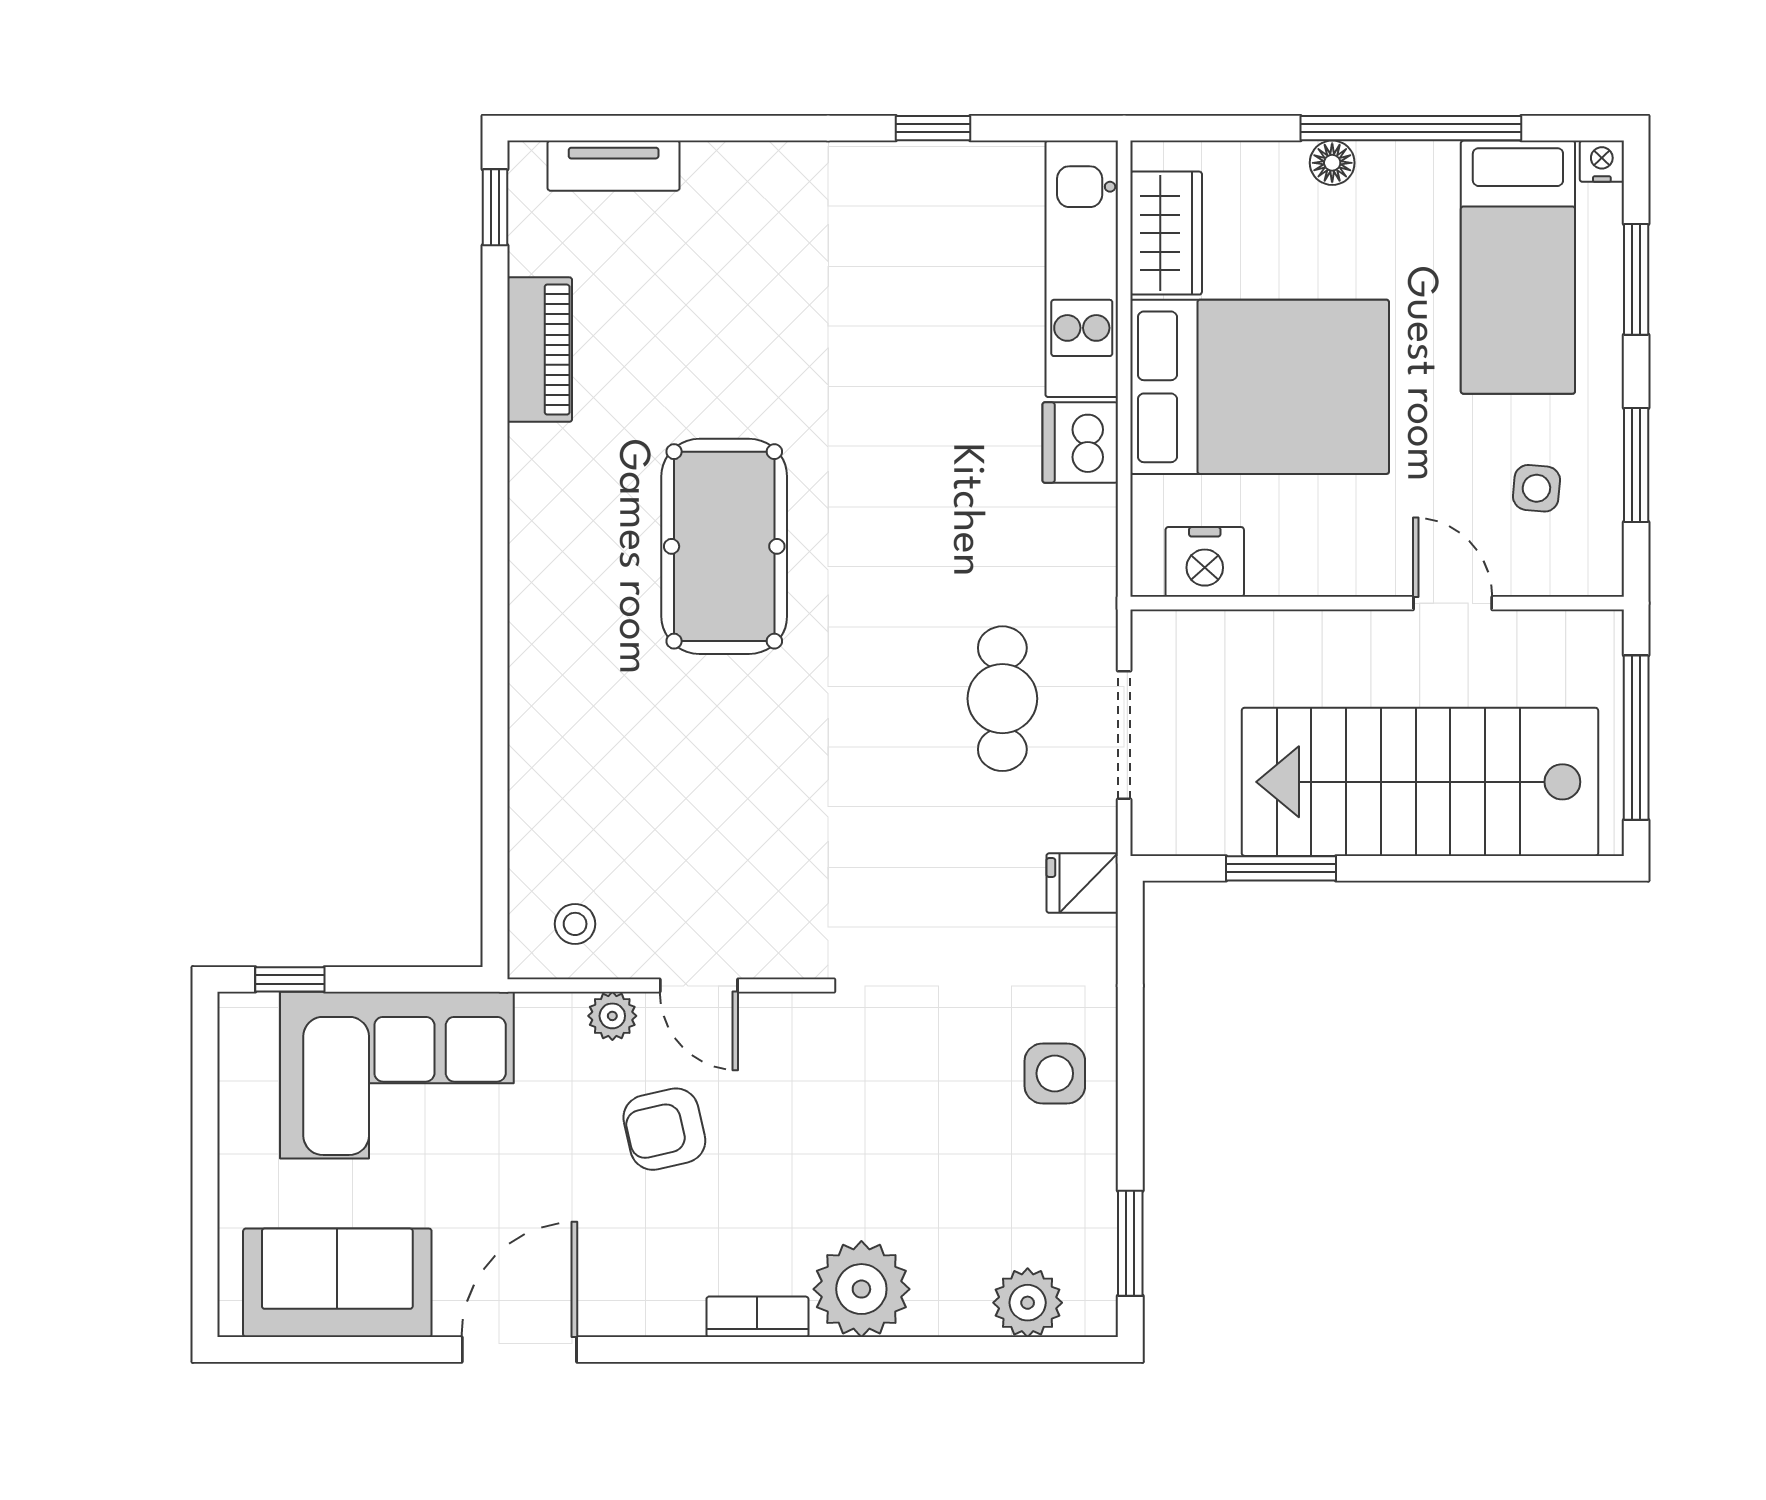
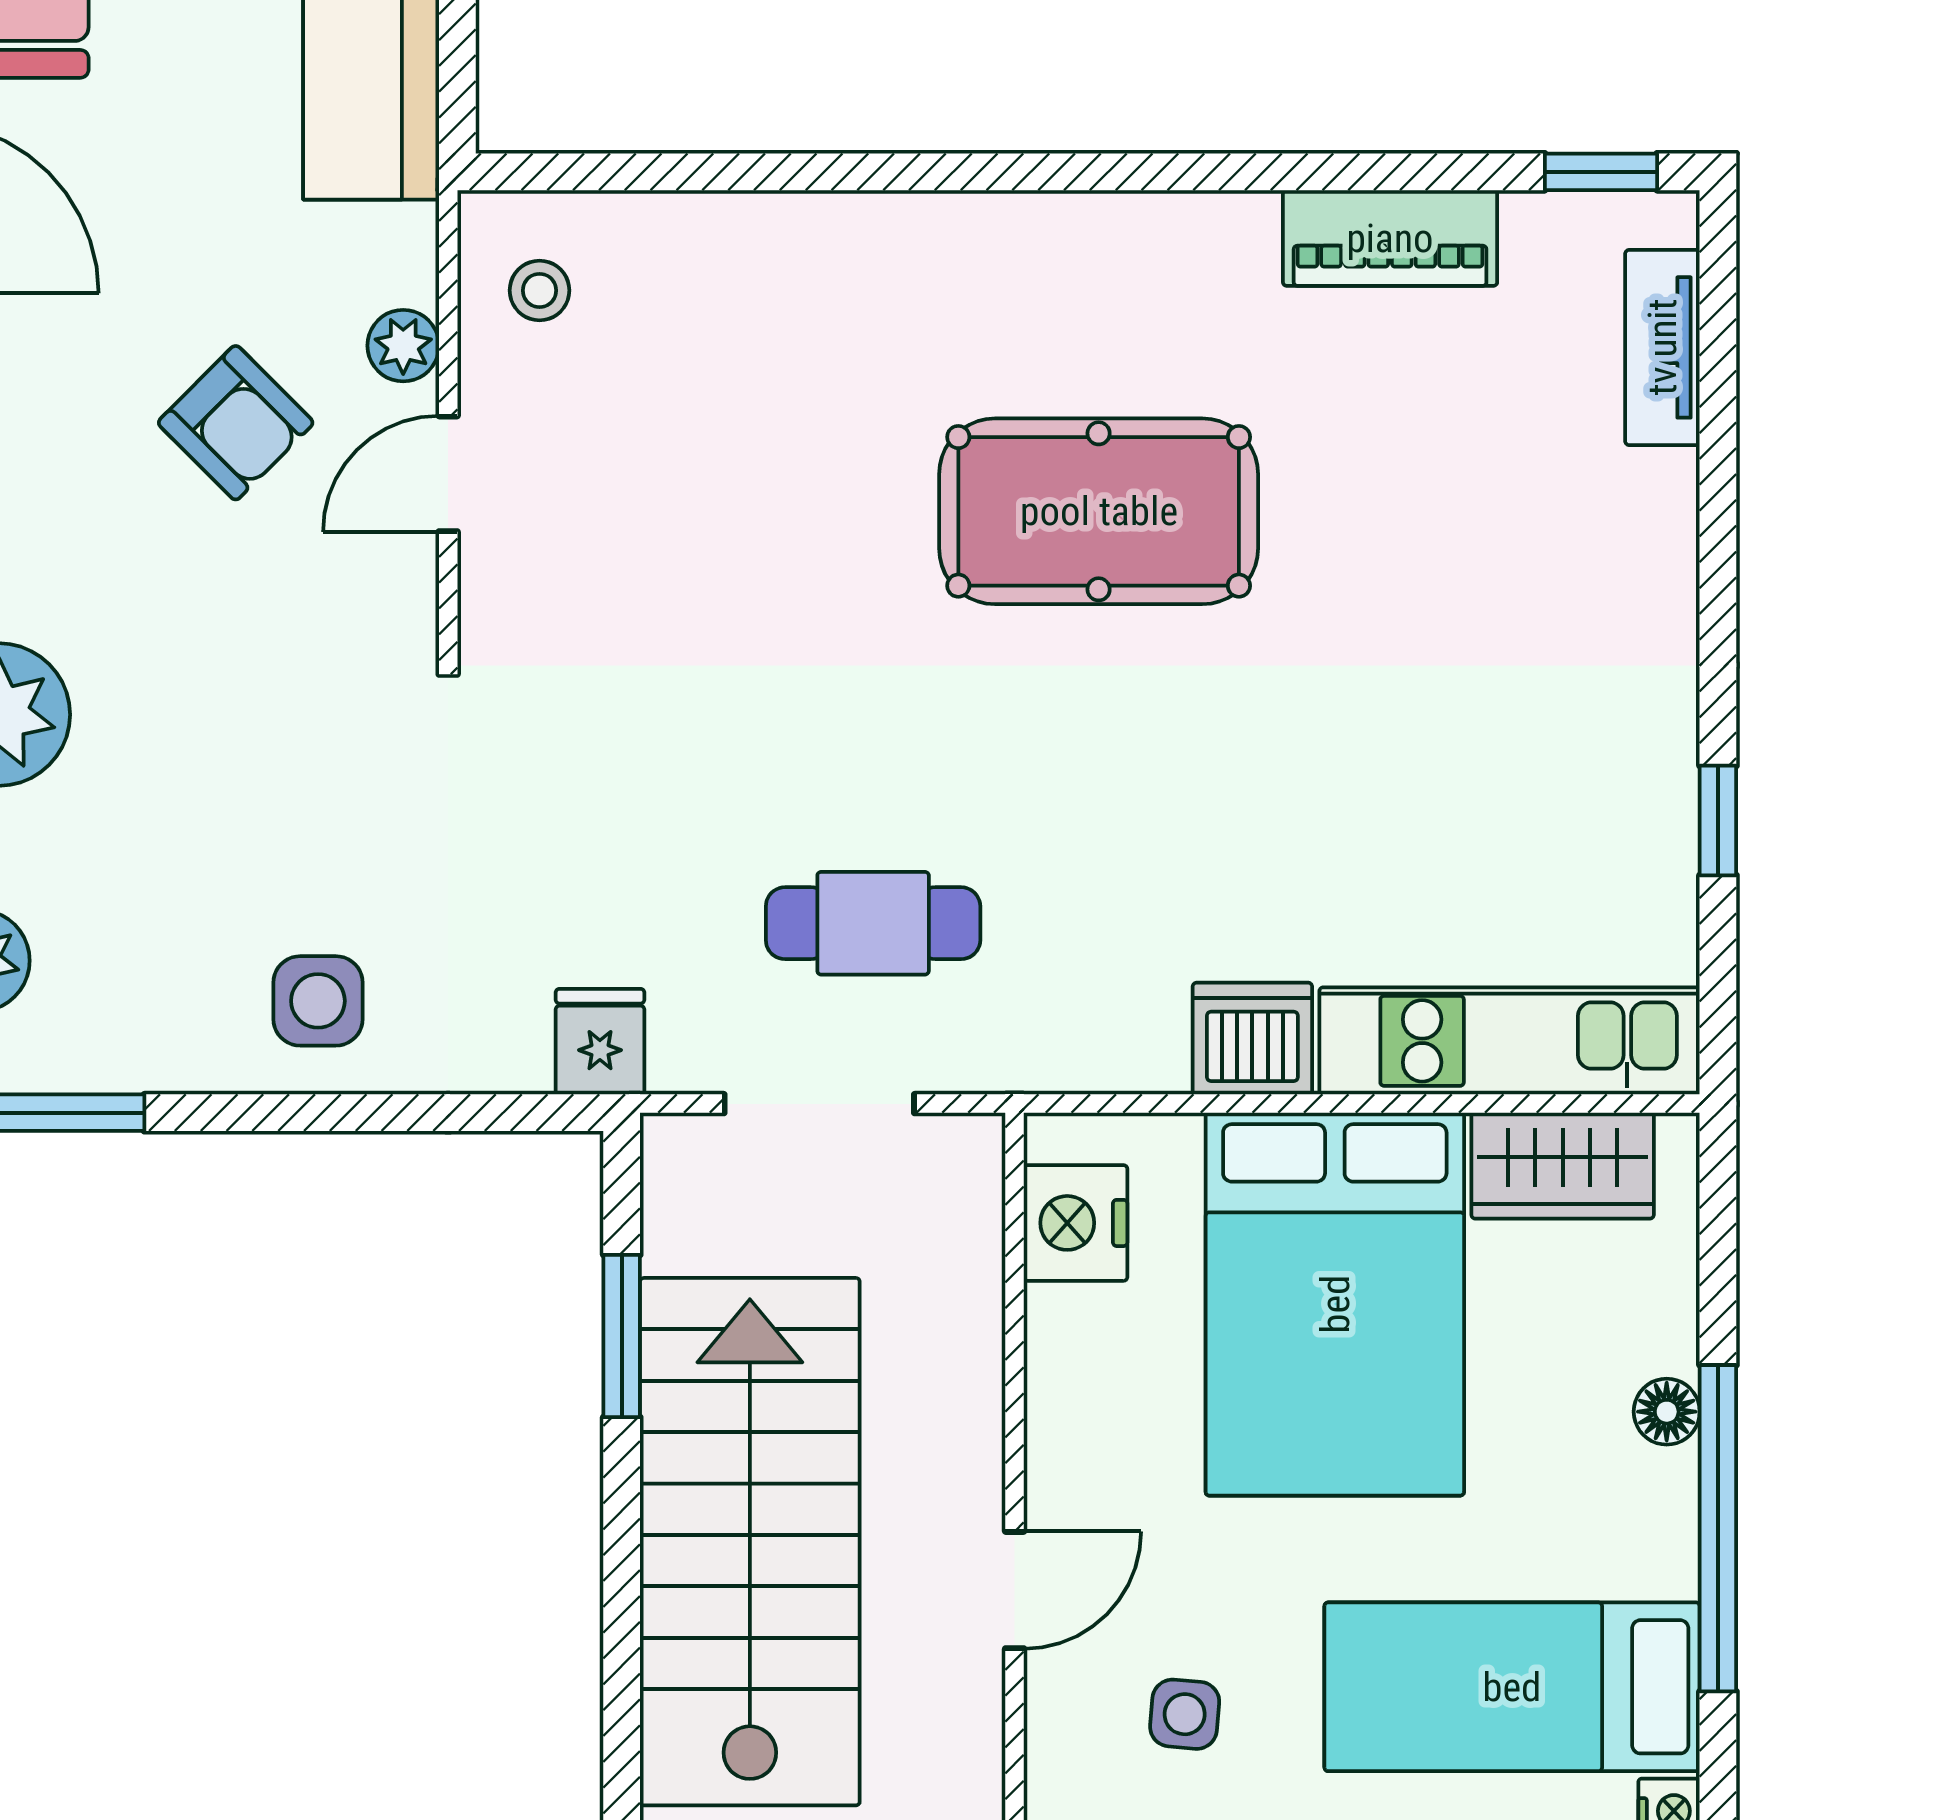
armchair: (664, 1129) -> (236, 423), turned 148

